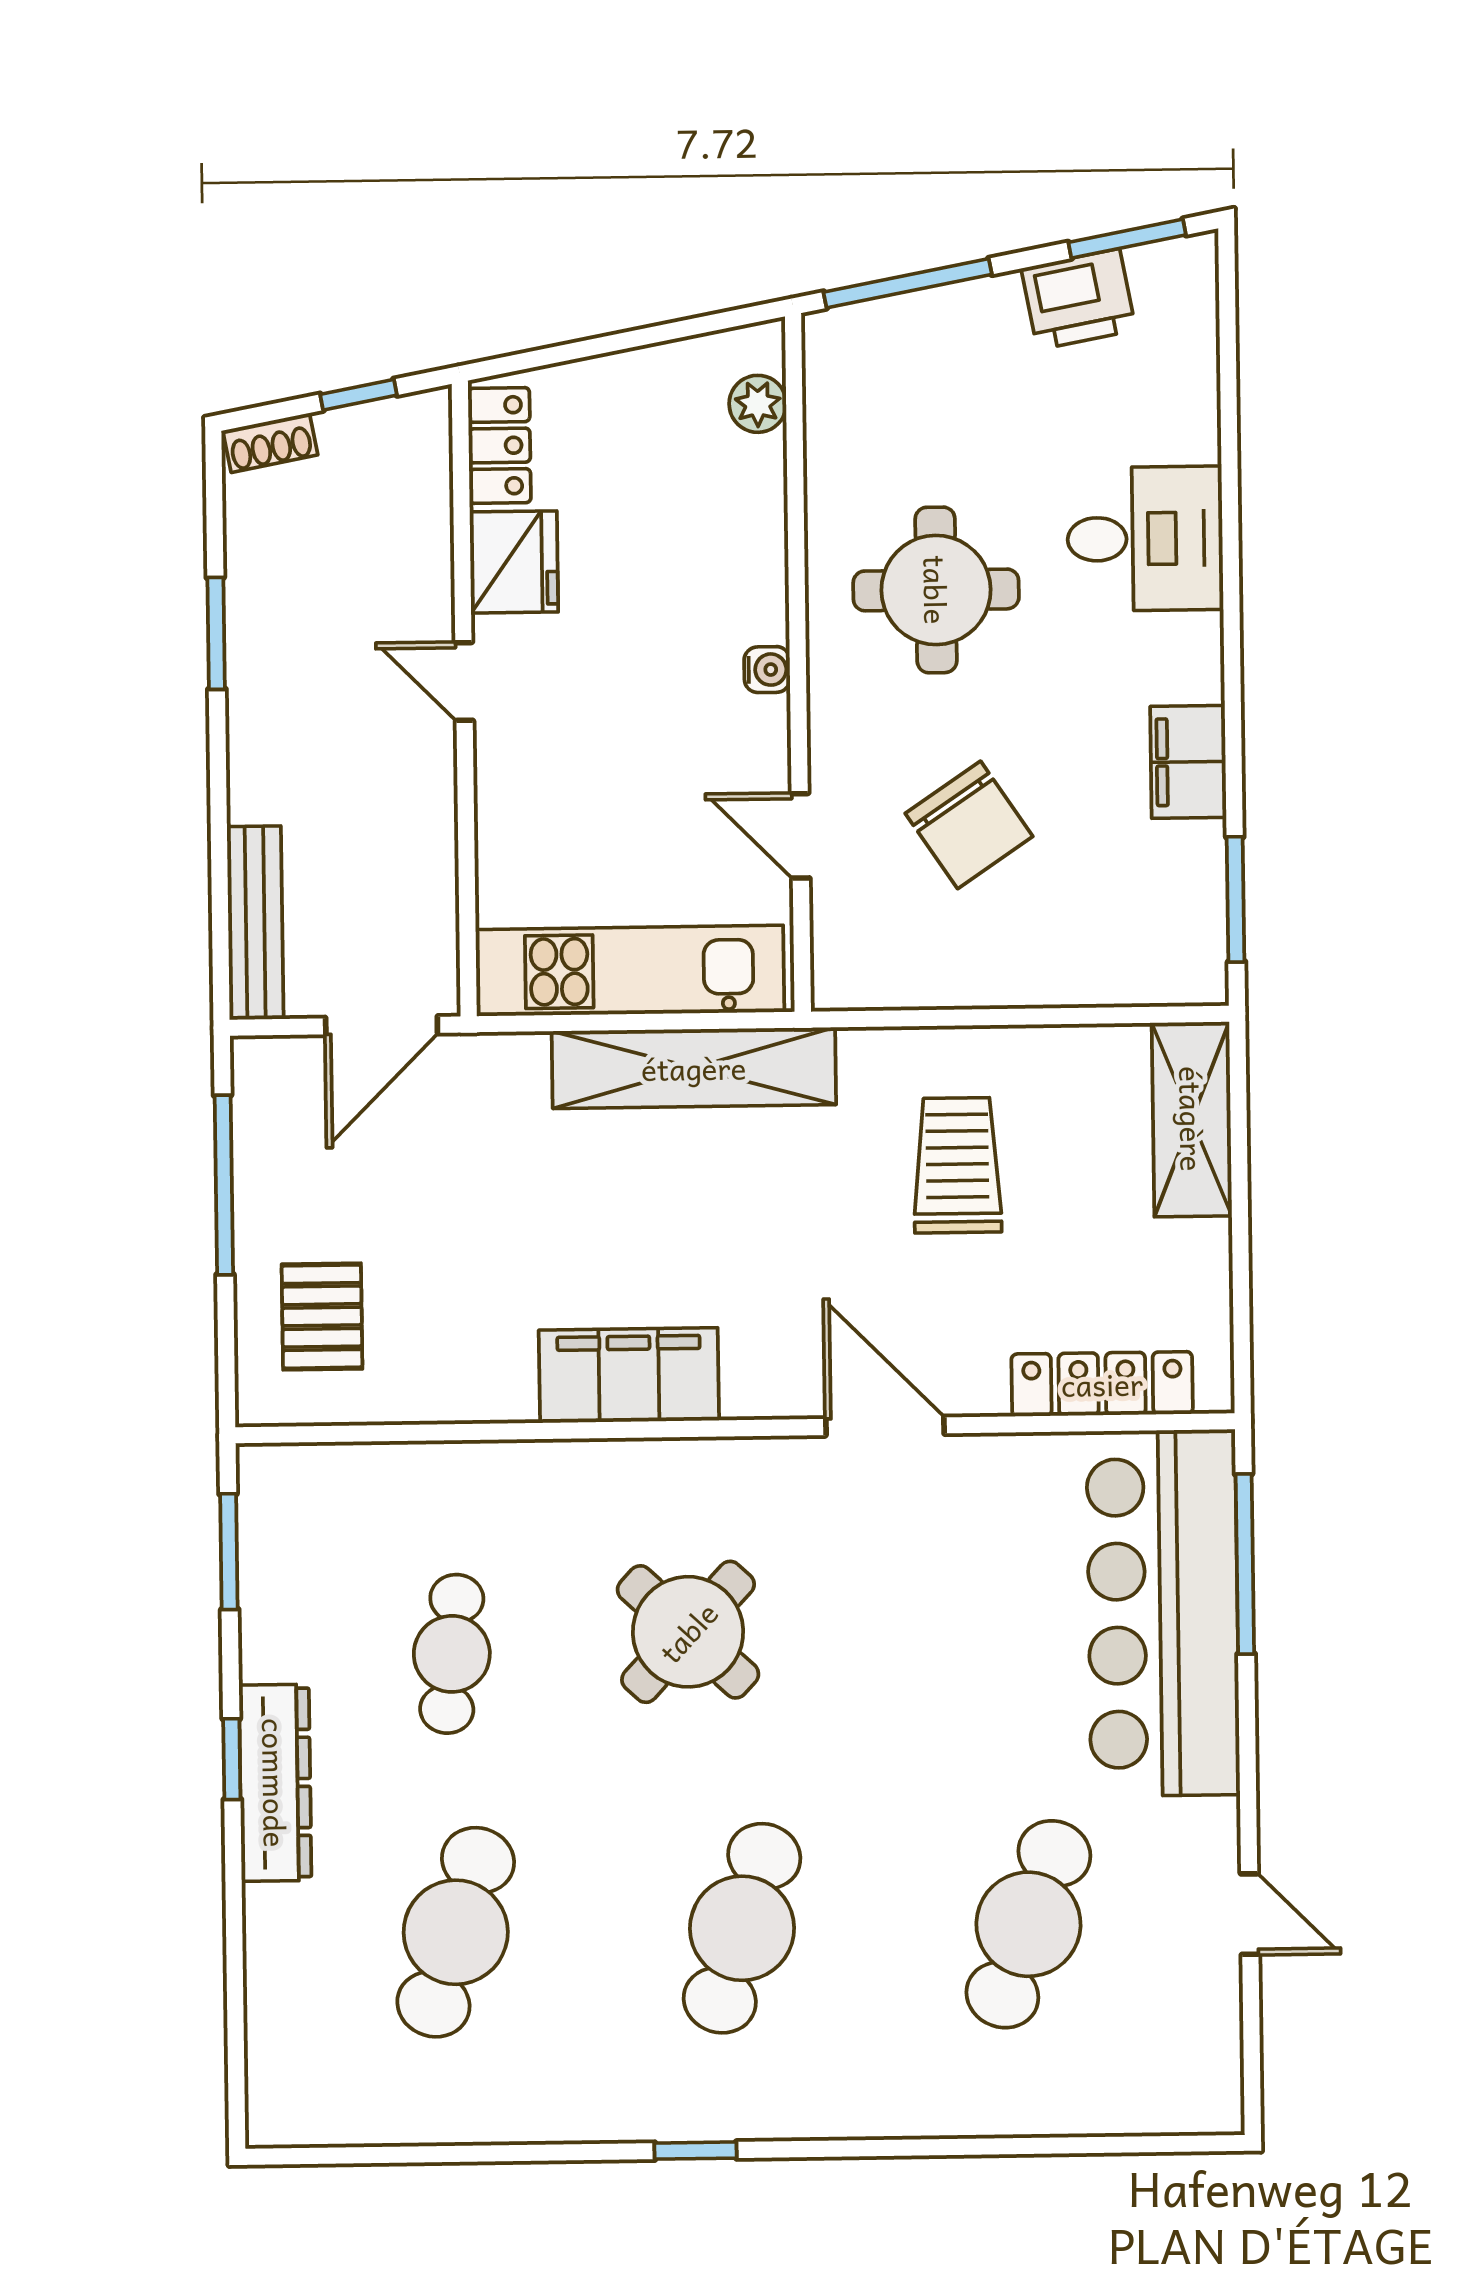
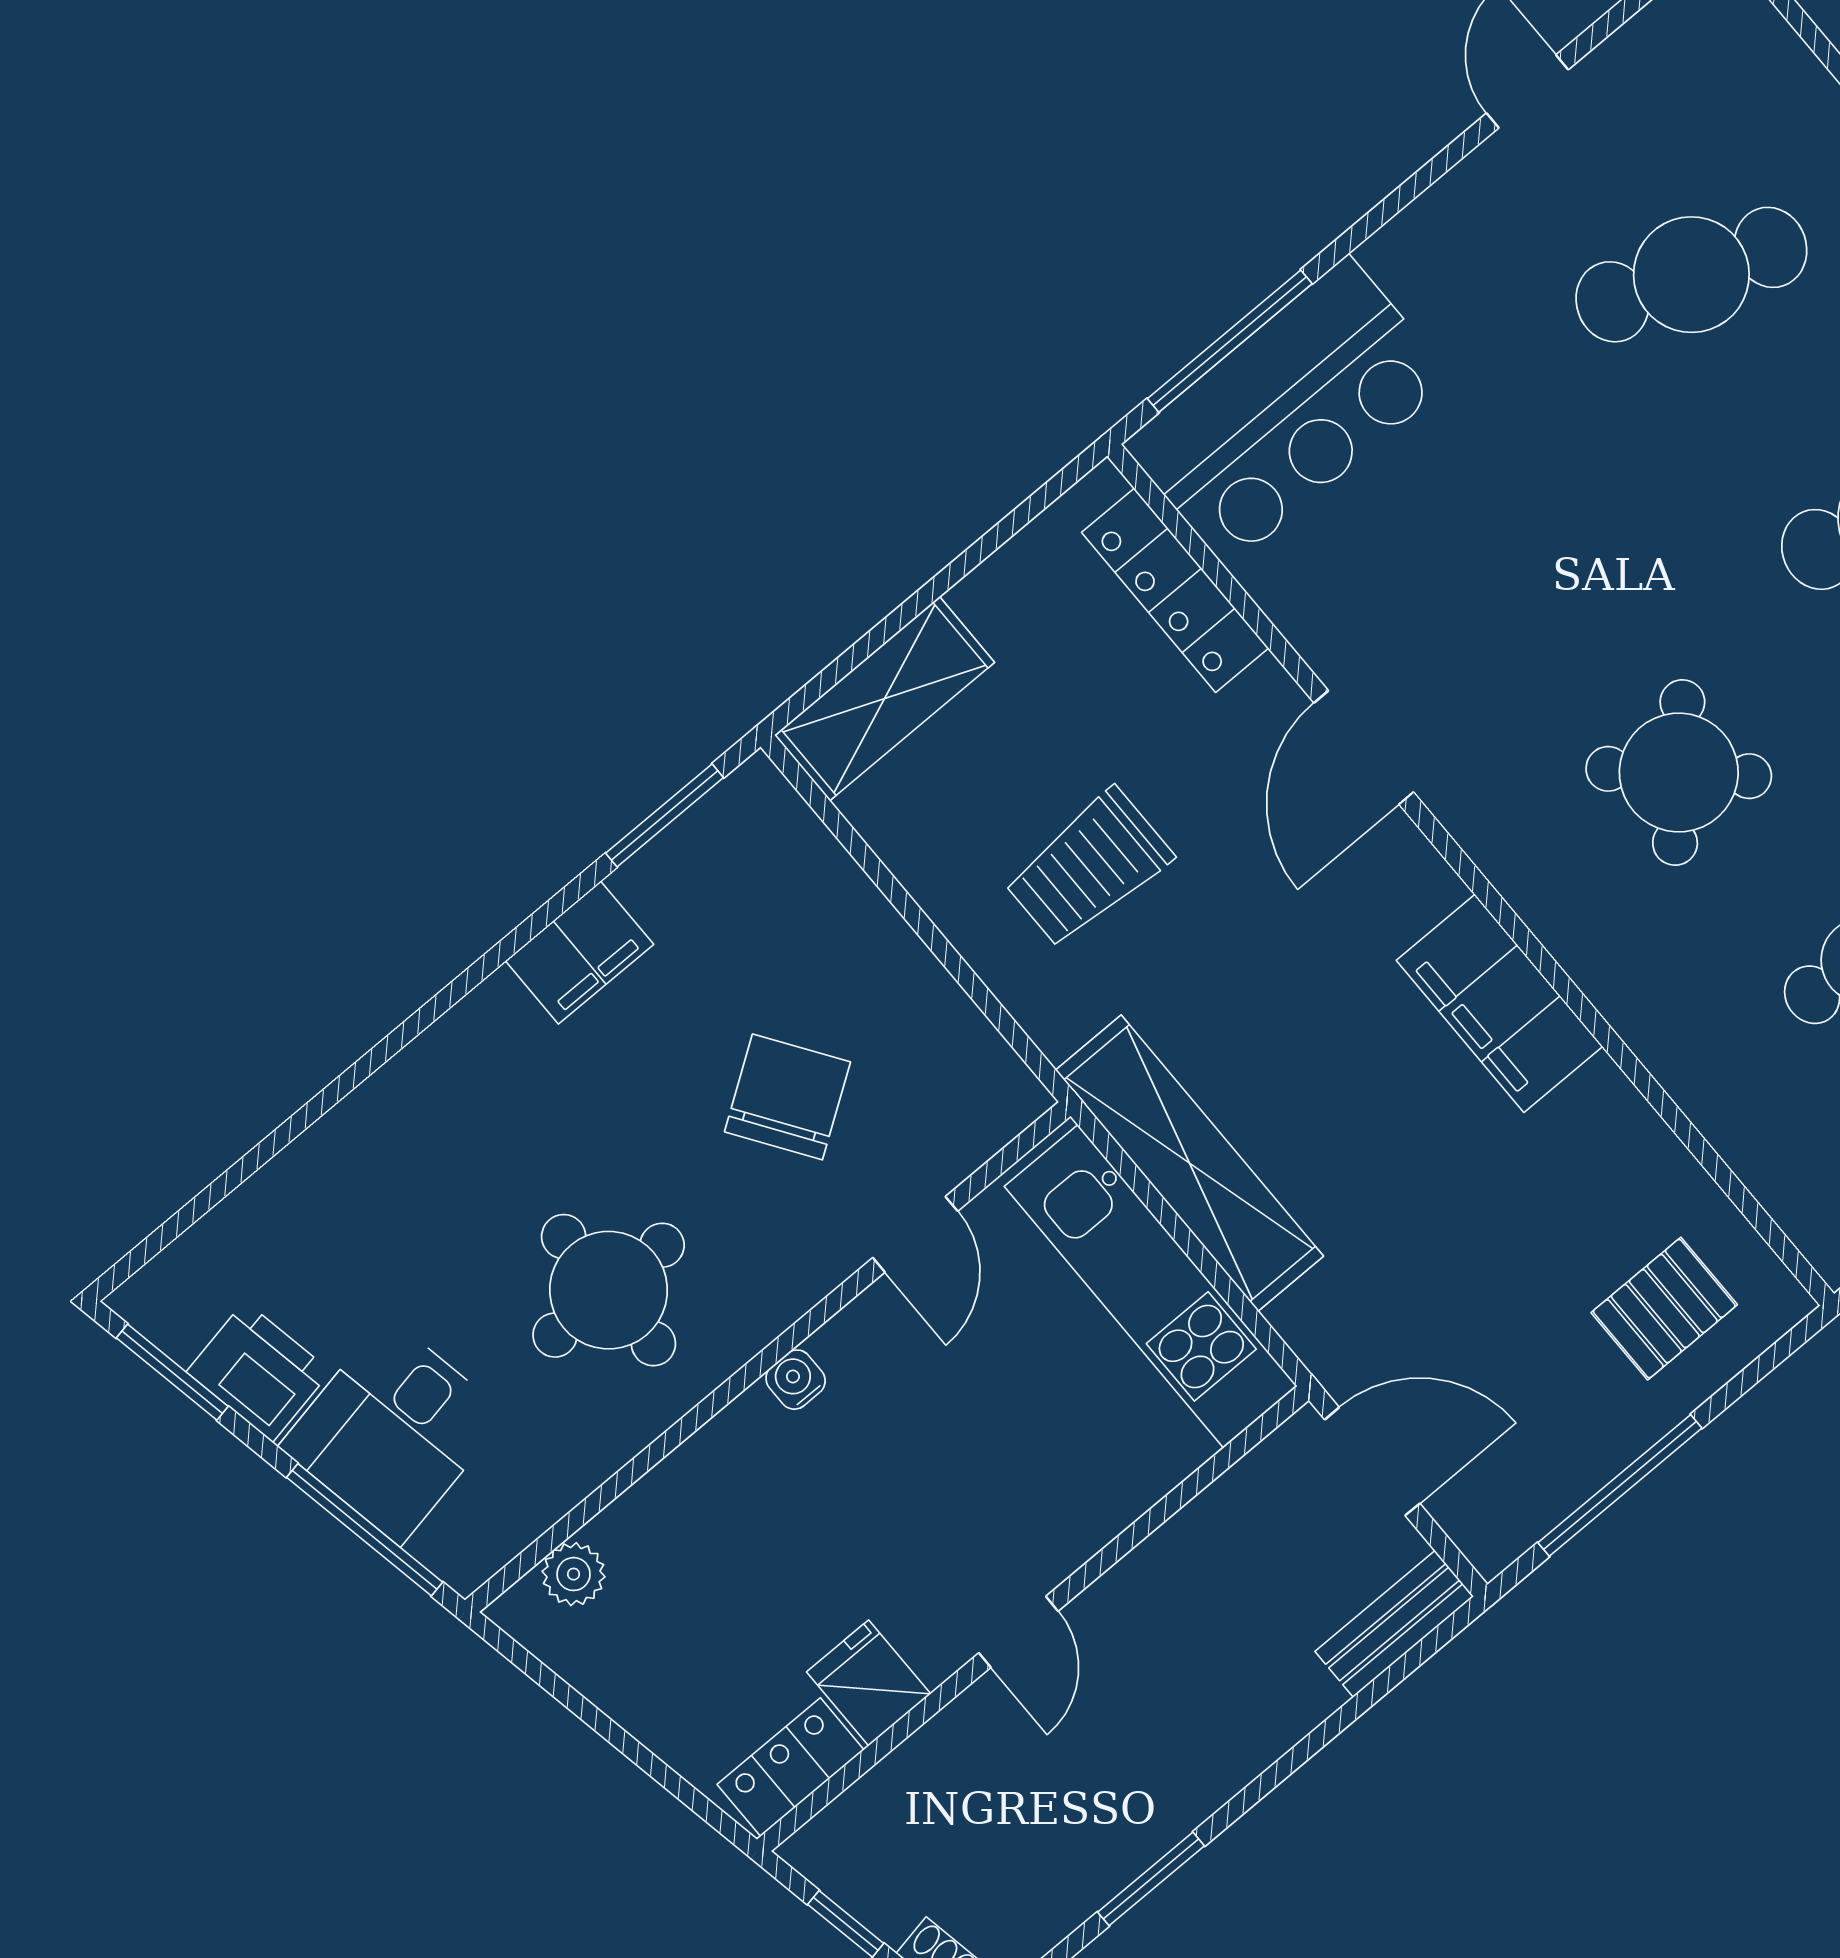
desk: (1145, 539) -> (393, 1431), moved, turned -101
fridge: (514, 562) -> (869, 1683), width x0.72
bench: (255, 923) -> (1394, 1624), width x0.73
bar counter: (1163, 1613) -> (1288, 412), width x0.73

